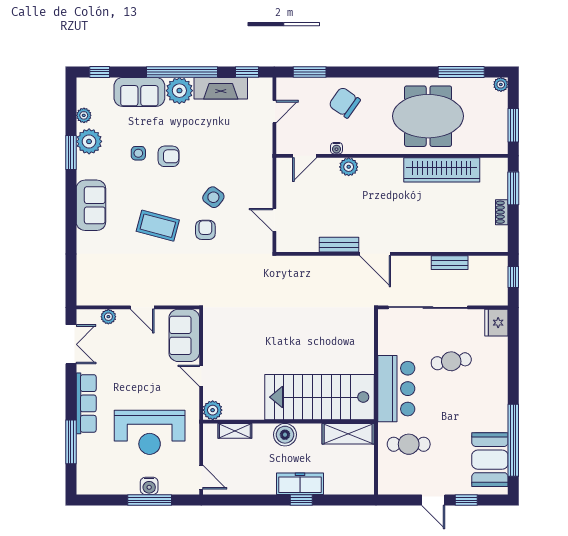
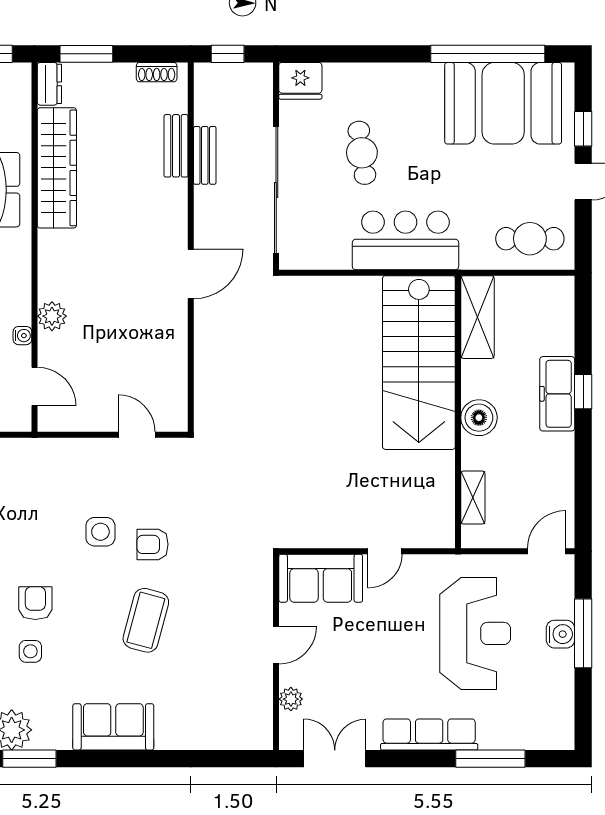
dresser: (494, 165) -> (49, 84), added
side table: (213, 197) -> (100, 532), turned -37
shoe rack: (502, 212) -> (157, 72), moved
door: (274, 220) -> (137, 435), swing flipped
bench: (339, 245) -> (176, 146), moved
plant: (213, 410) -> (440, 533), removed
cafe table: (409, 444) -> (530, 239), moved, turned 90
booth: (490, 460) -> (503, 103), width x1.36, depth x1.42

